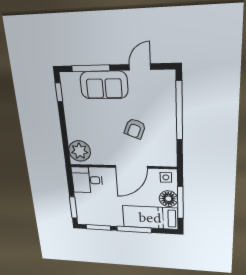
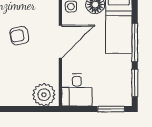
armchair: (135, 129) -> (19, 36), turned 147
door: (131, 167) -> (60, 42), hinge flipped

